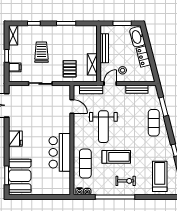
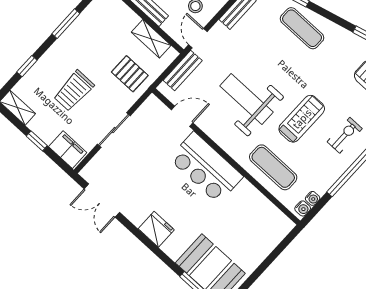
trolley: (41, 52) -> (74, 91), turned -90
filing cabinet: (15, 67) -> (68, 150), width x2.00
weight bench: (103, 127) -> (246, 99), turned 180
bar counter: (60, 152) -> (206, 168), moved

